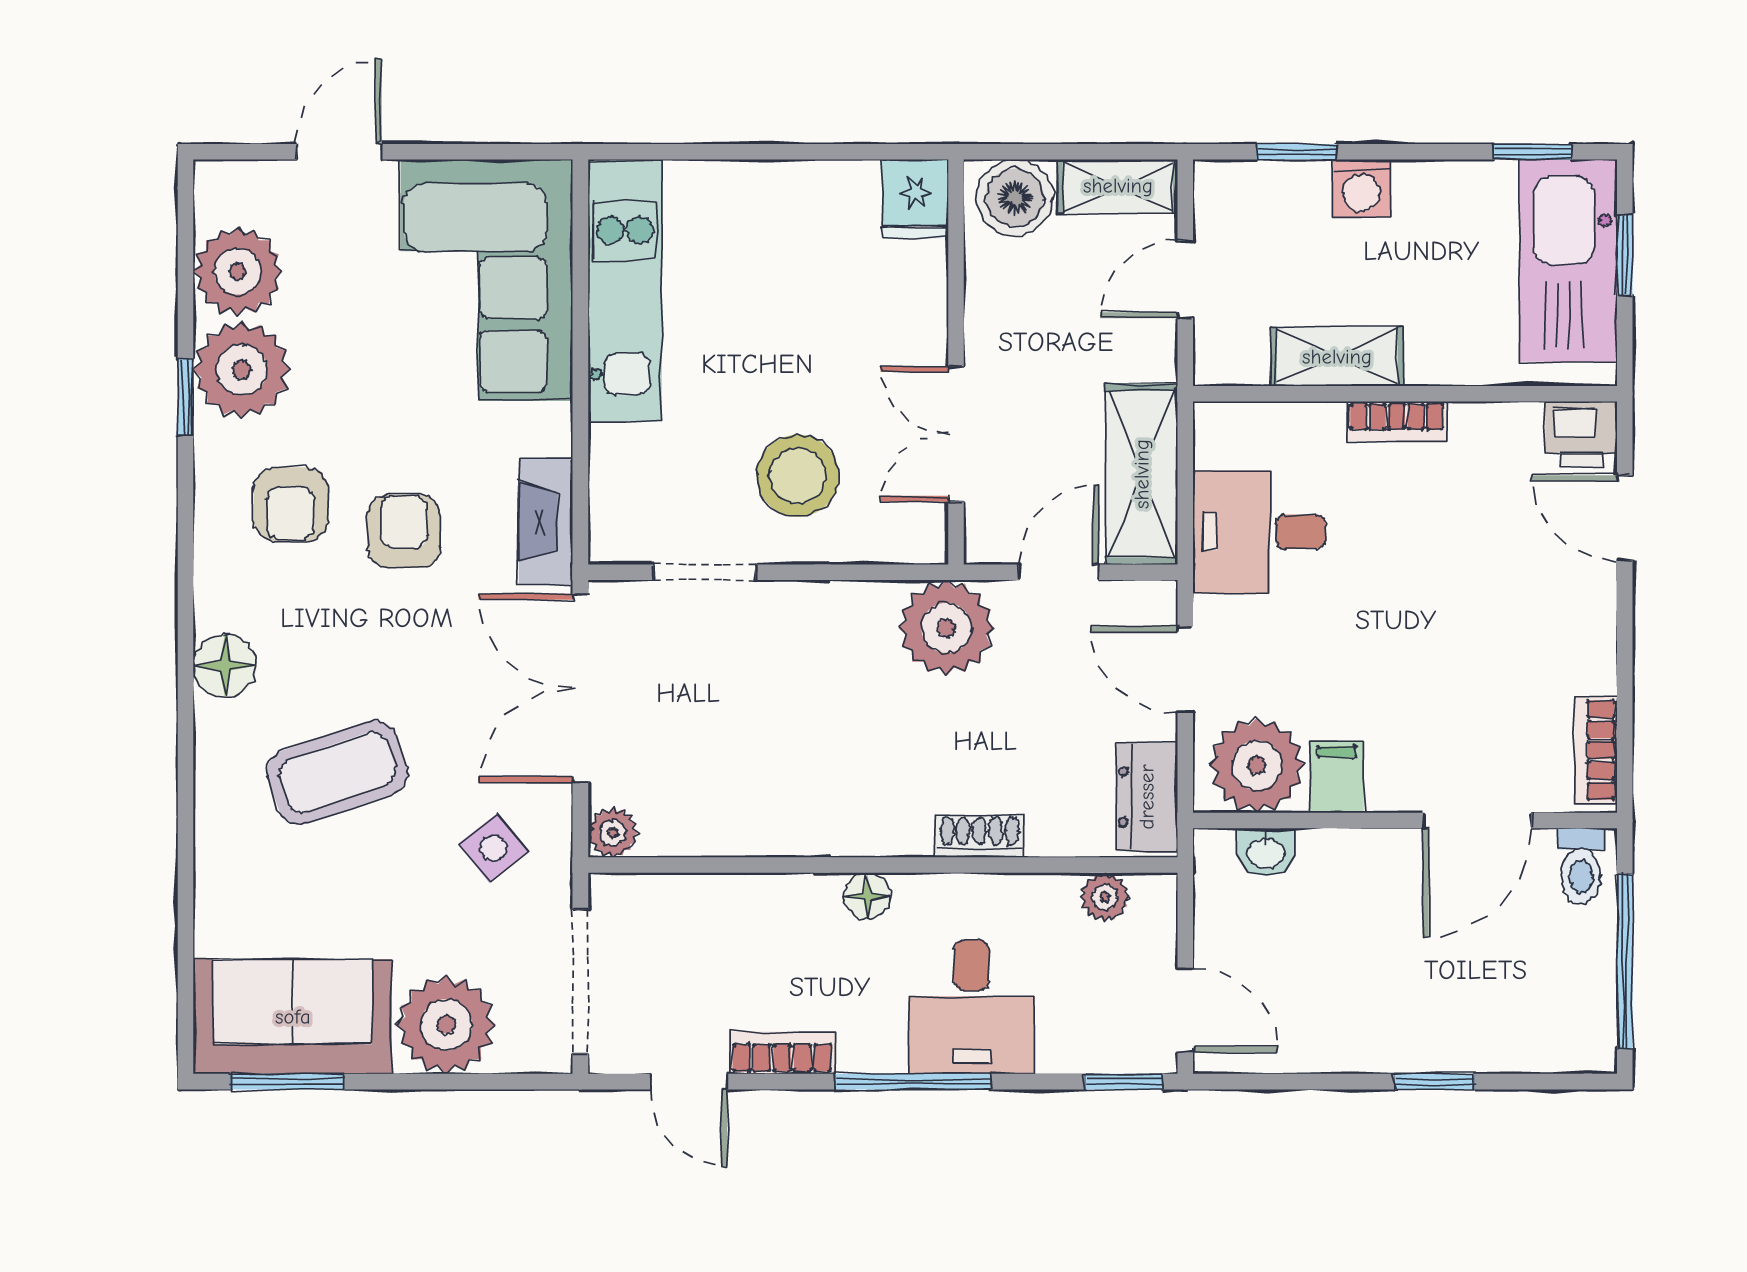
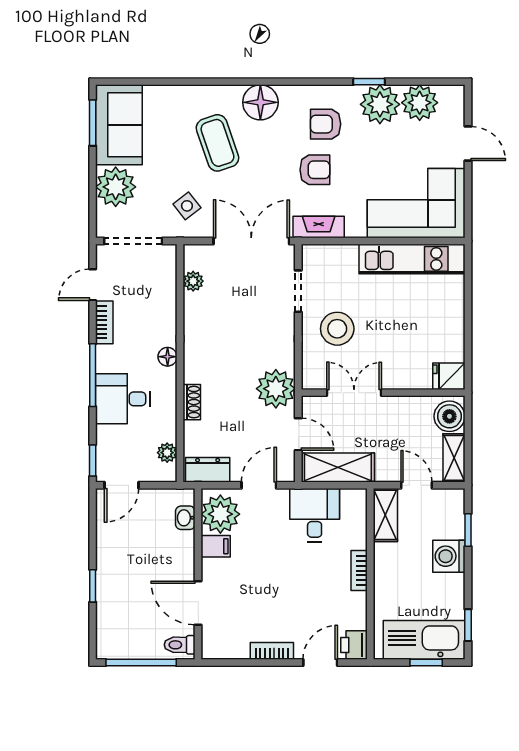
washing machine: (1361, 188) -> (449, 556), width x1.38, depth x1.38
shelving: (1337, 357) -> (385, 515), moved
floor lamp: (225, 666) -> (260, 102), width x1.38, depth x1.38
bookcase: (1596, 750) -> (272, 651), moved
plant: (613, 833) -> (193, 281), moved

